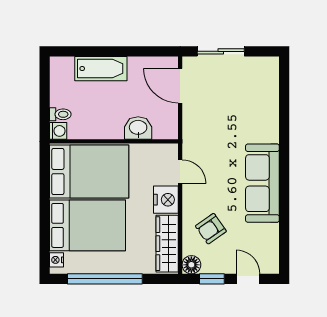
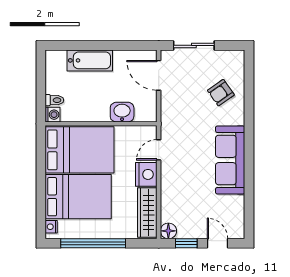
door: (180, 172) -> (159, 150), swing flipped
armchair: (211, 229) -> (221, 93), moved

